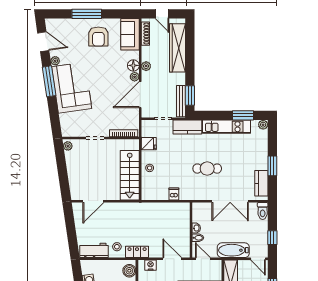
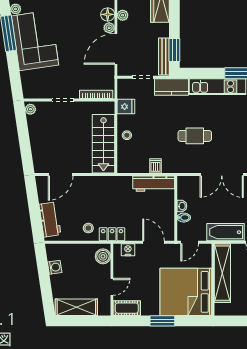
workbench: (172, 209) -> (154, 184), added
workbench: (94, 250) -> (50, 219), moved, turned 82
door: (203, 259) -> (190, 242), swing flipped

